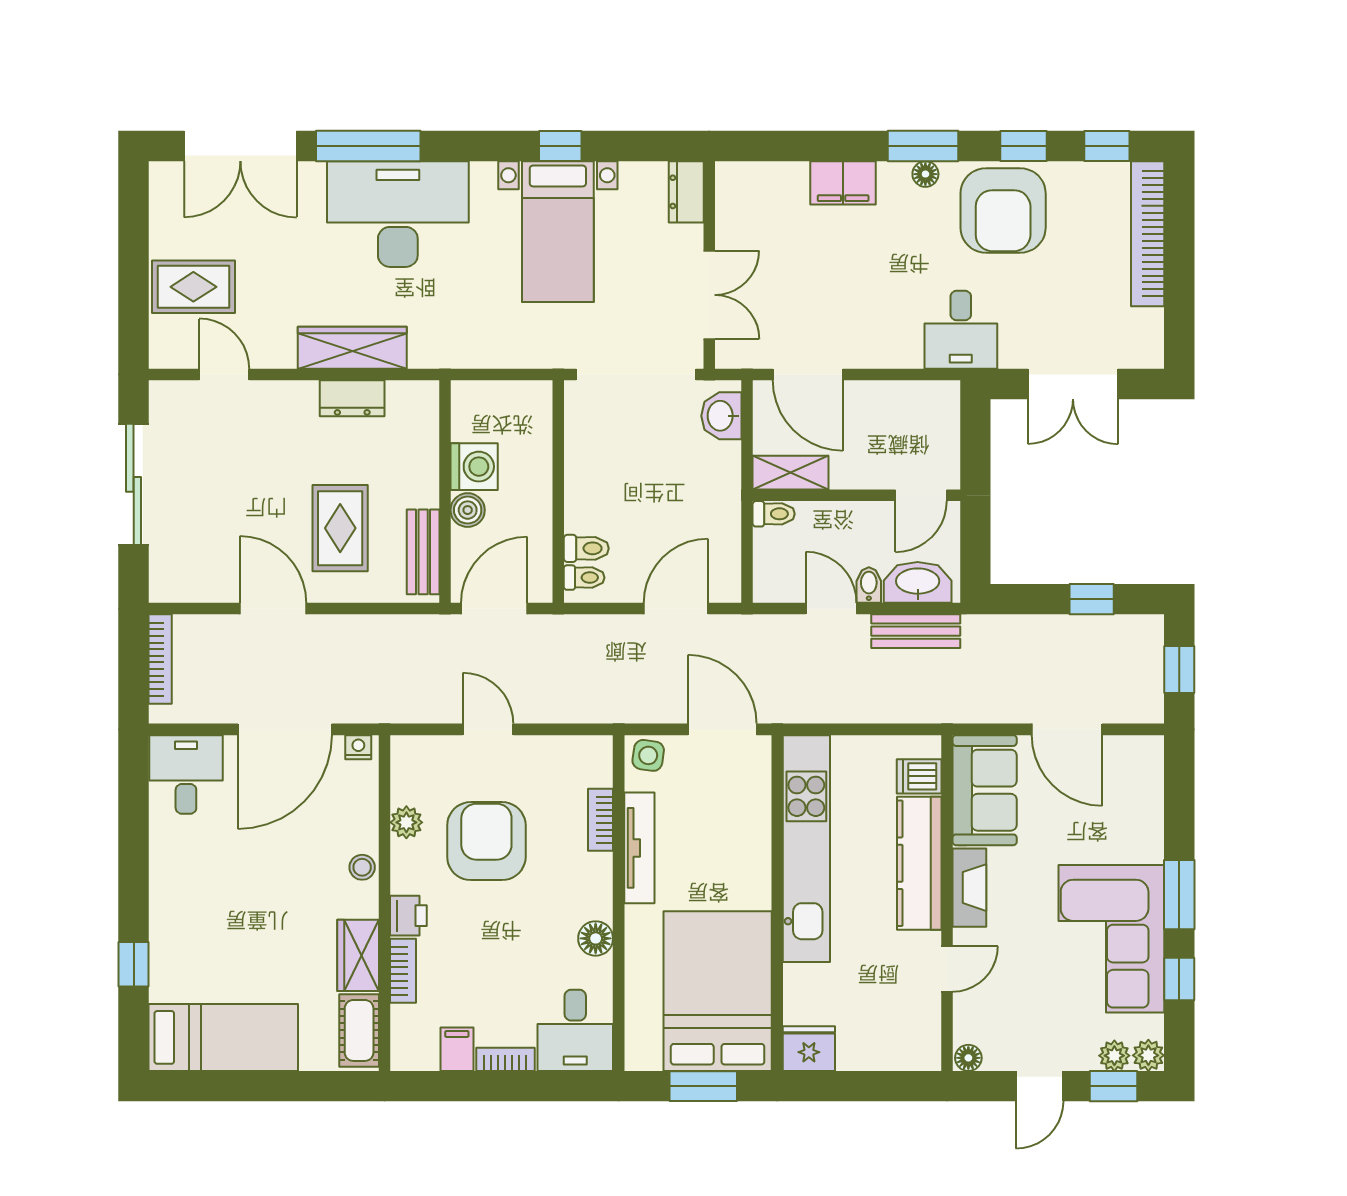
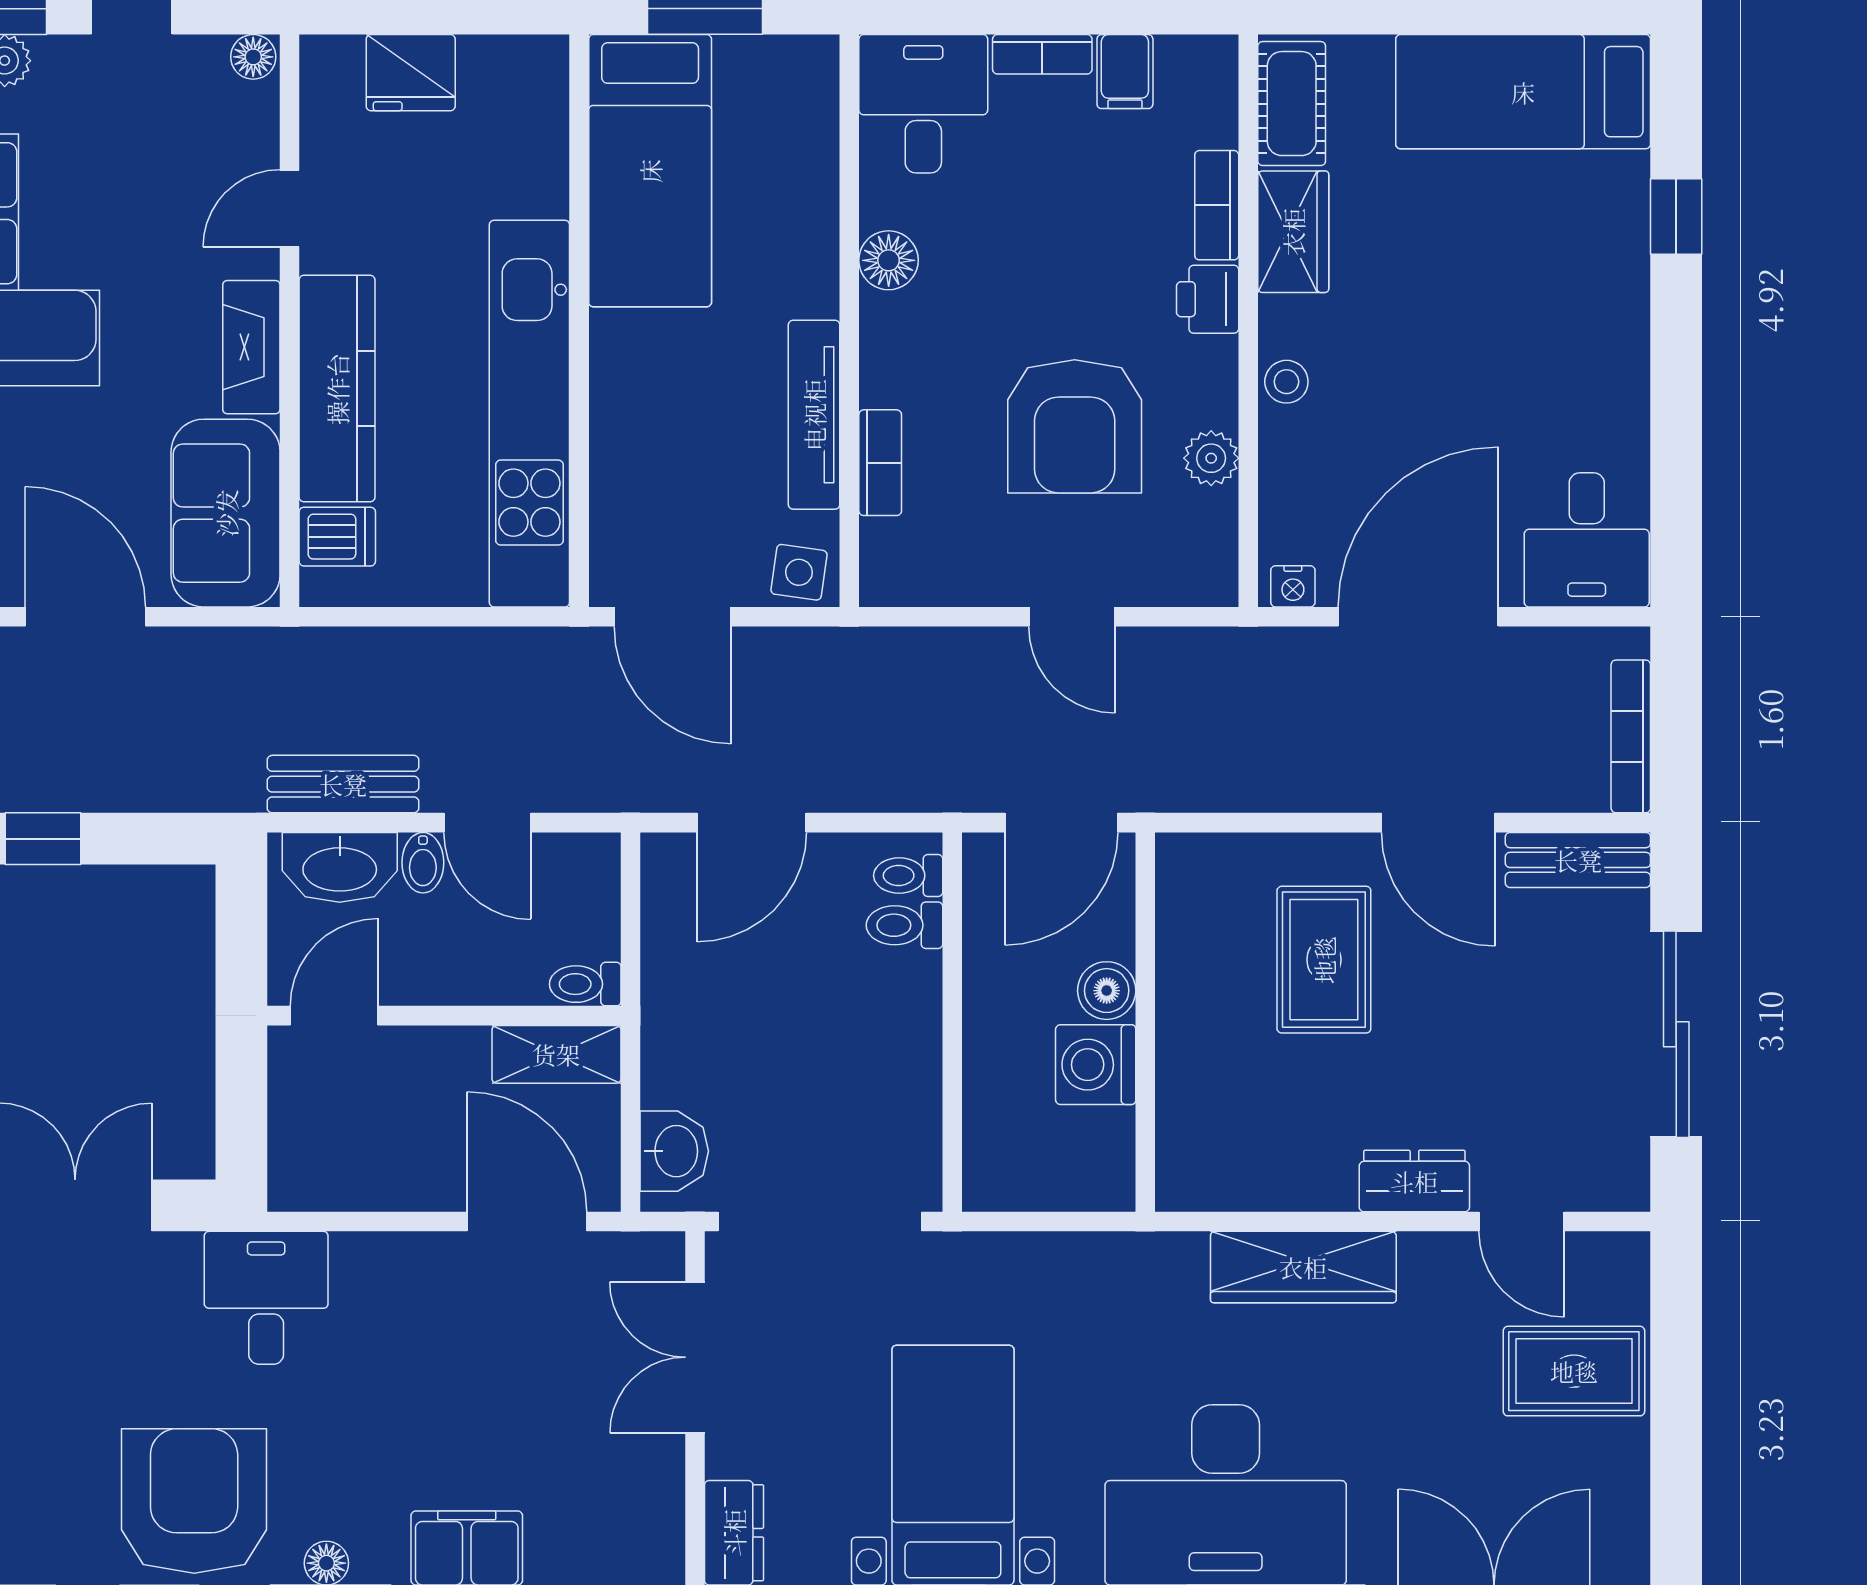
dresser: (352, 398) -> (1414, 1181), moved
bench: (423, 552) -> (1578, 860), moved, turned 90
bed: (718, 991) -> (650, 171), width x0.67
fridge: (809, 1049) -> (411, 73), moved

